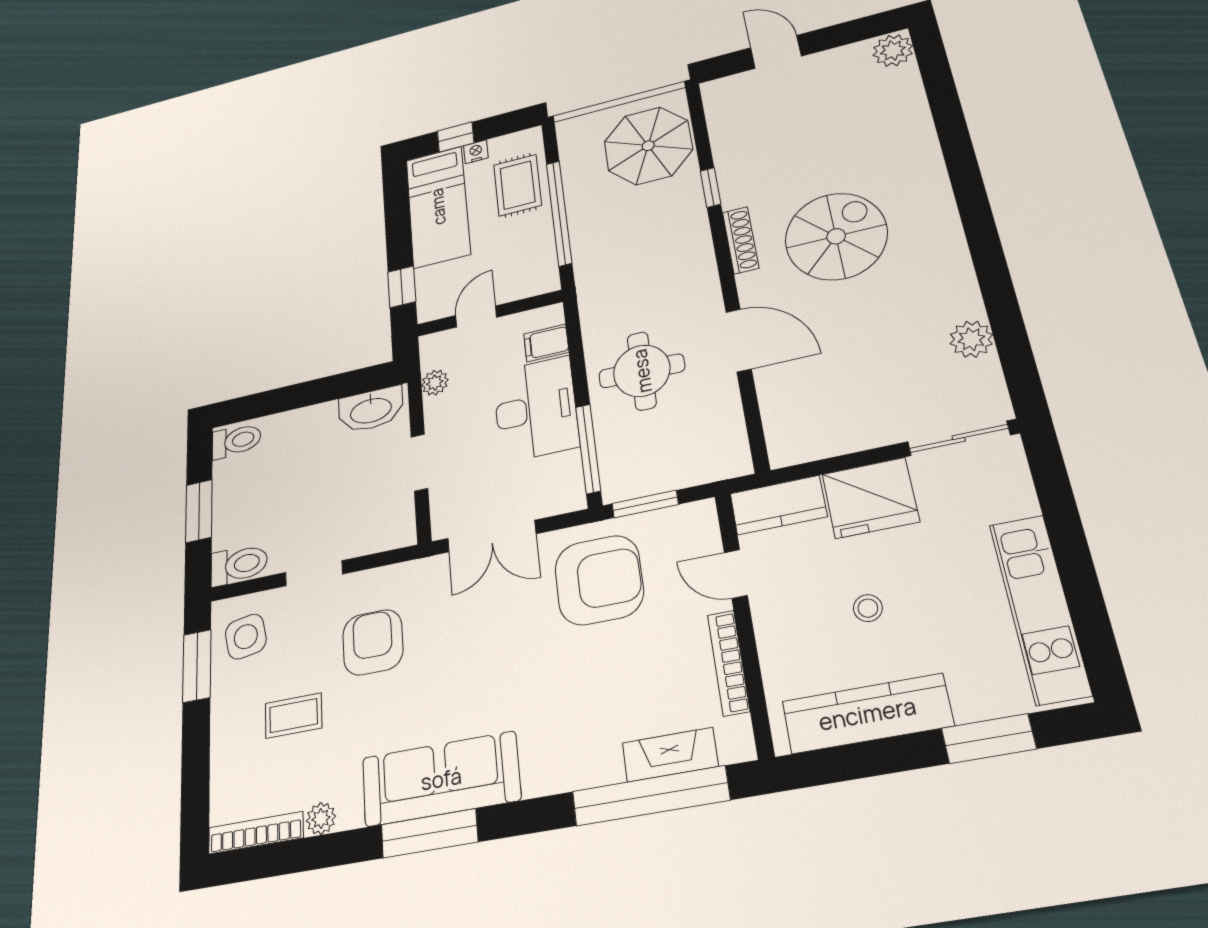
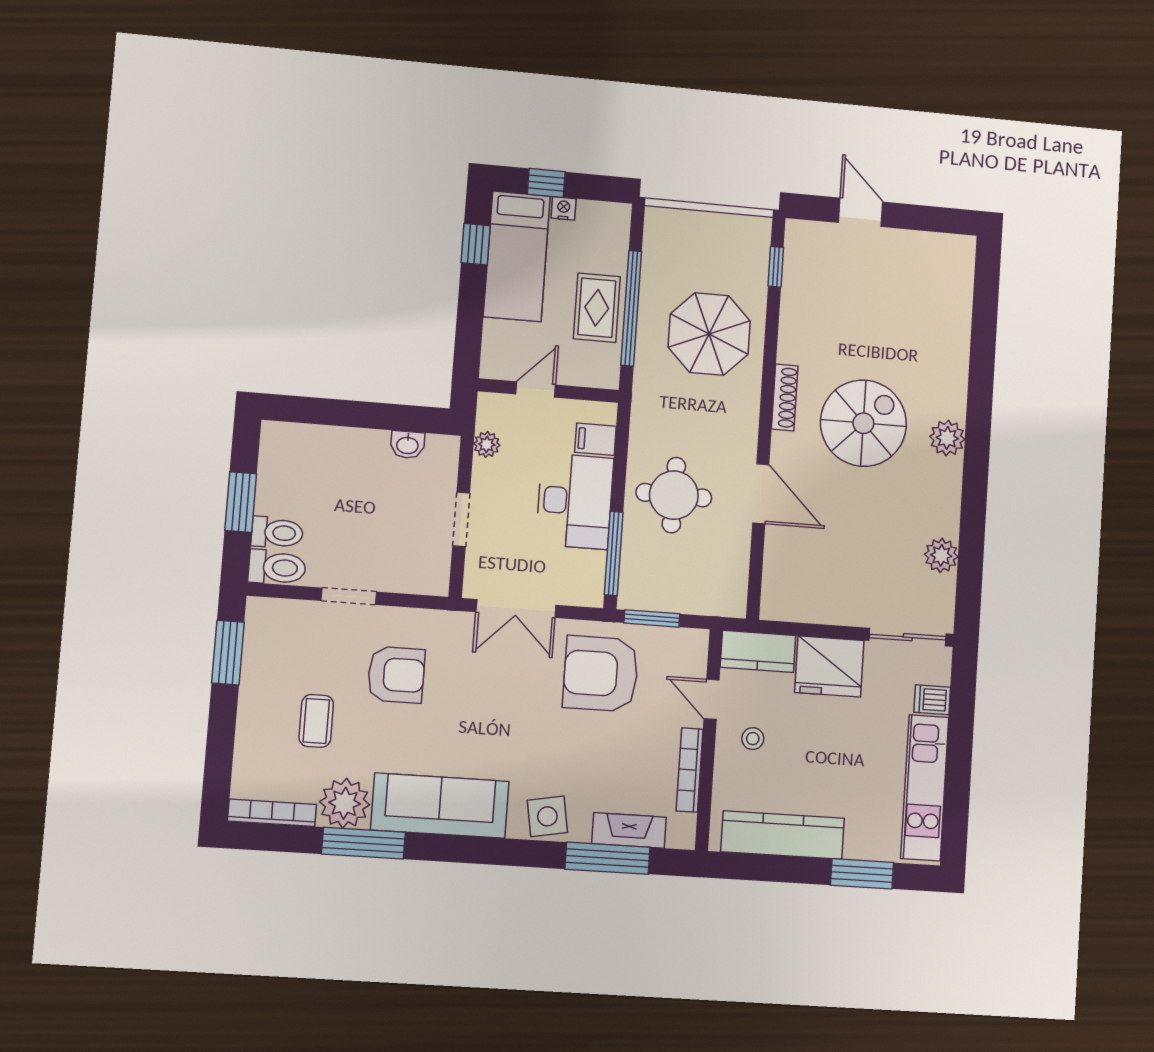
plant: (893, 51) -> (947, 438), moved
parasol: (648, 146) -> (709, 334), moved
rug: (518, 185) -> (597, 308), moved
window: (711, 188) -> (776, 267), moved
window: (402, 287) -> (476, 244), moved
washbasin: (371, 410) -> (407, 445), width x0.52, depth x0.69
toilet: (236, 441) -> (277, 533), moved
dishwasher: (1014, 500) -> (932, 700), added
armchair: (599, 580) -> (601, 674), turned 180
stool: (868, 608) -> (753, 739), moved
side table: (246, 637) -> (547, 816), moved
armchair: (373, 642) -> (396, 675), turned 90
coffee table: (294, 716) -> (316, 721), turned 90
window: (650, 796) -> (607, 858), width x0.68
plant: (321, 819) -> (345, 803), width x1.88, depth x1.88
window: (429, 833) -> (363, 843), moved

